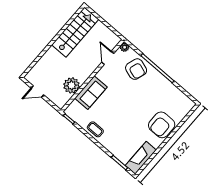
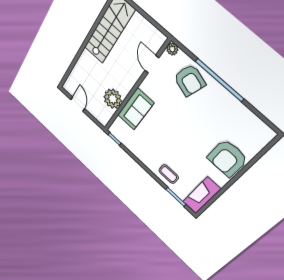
door: (37, 91) -> (78, 104), swing flipped
coffee table: (95, 129) -> (169, 174), moved

